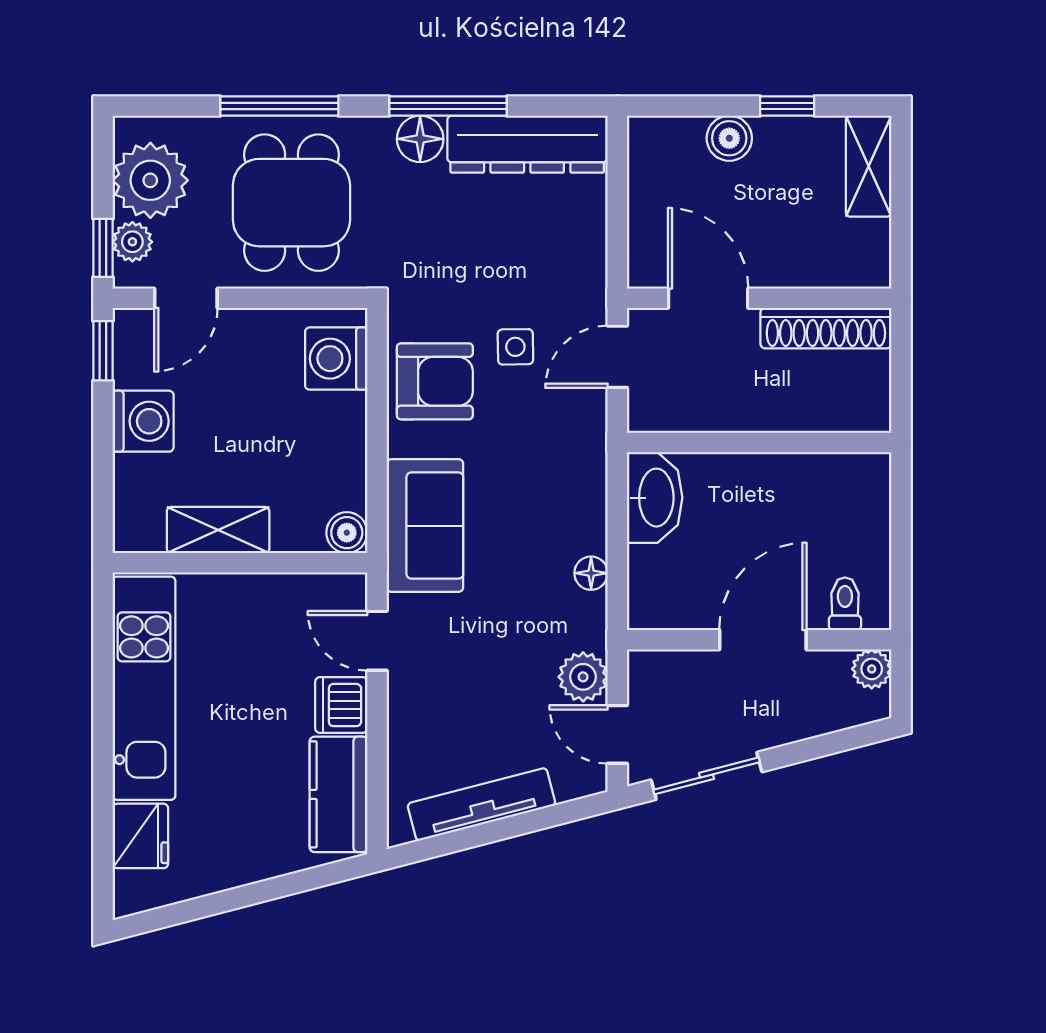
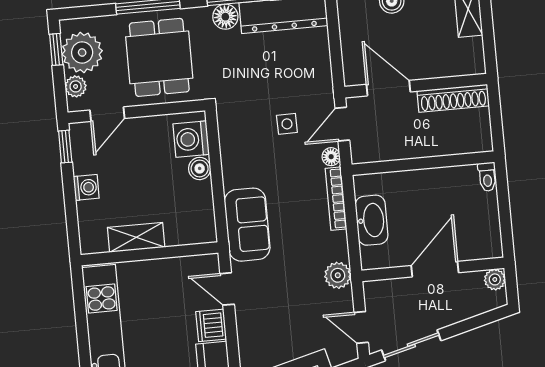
window: (103, 248) -> (56, 49), moved
armchair: (435, 381) -> (245, 146), removed
washing machine: (143, 421) -> (86, 187), width x0.73, depth x0.73
bookcase: (593, 493) -> (336, 199), added
washbasin: (655, 498) -> (372, 220), moved
boiler: (347, 533) -> (200, 168), moved
floor lamp: (591, 573) -> (331, 157), moved
toilet: (845, 604) -> (487, 177), moved, turned 180
plant: (583, 677) -> (338, 275), moved

